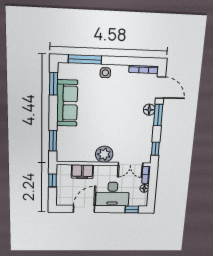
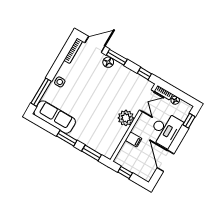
window: (54, 84) -> (67, 138), moved
sofa: (67, 103) -> (55, 117), moved
filing cabinet: (82, 172) -> (134, 139), width x0.50

